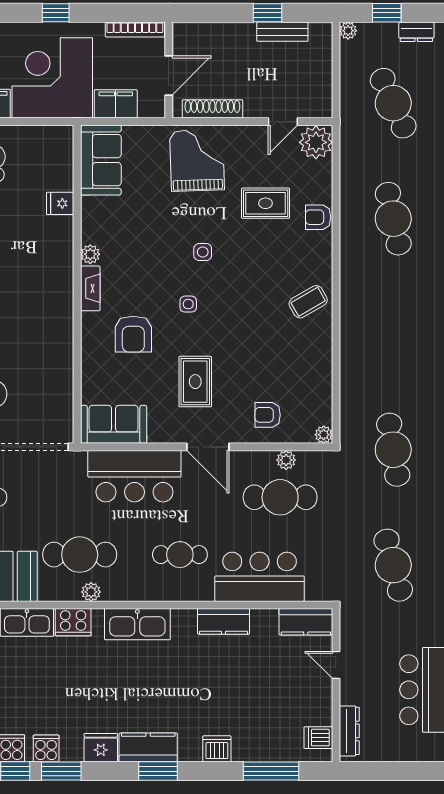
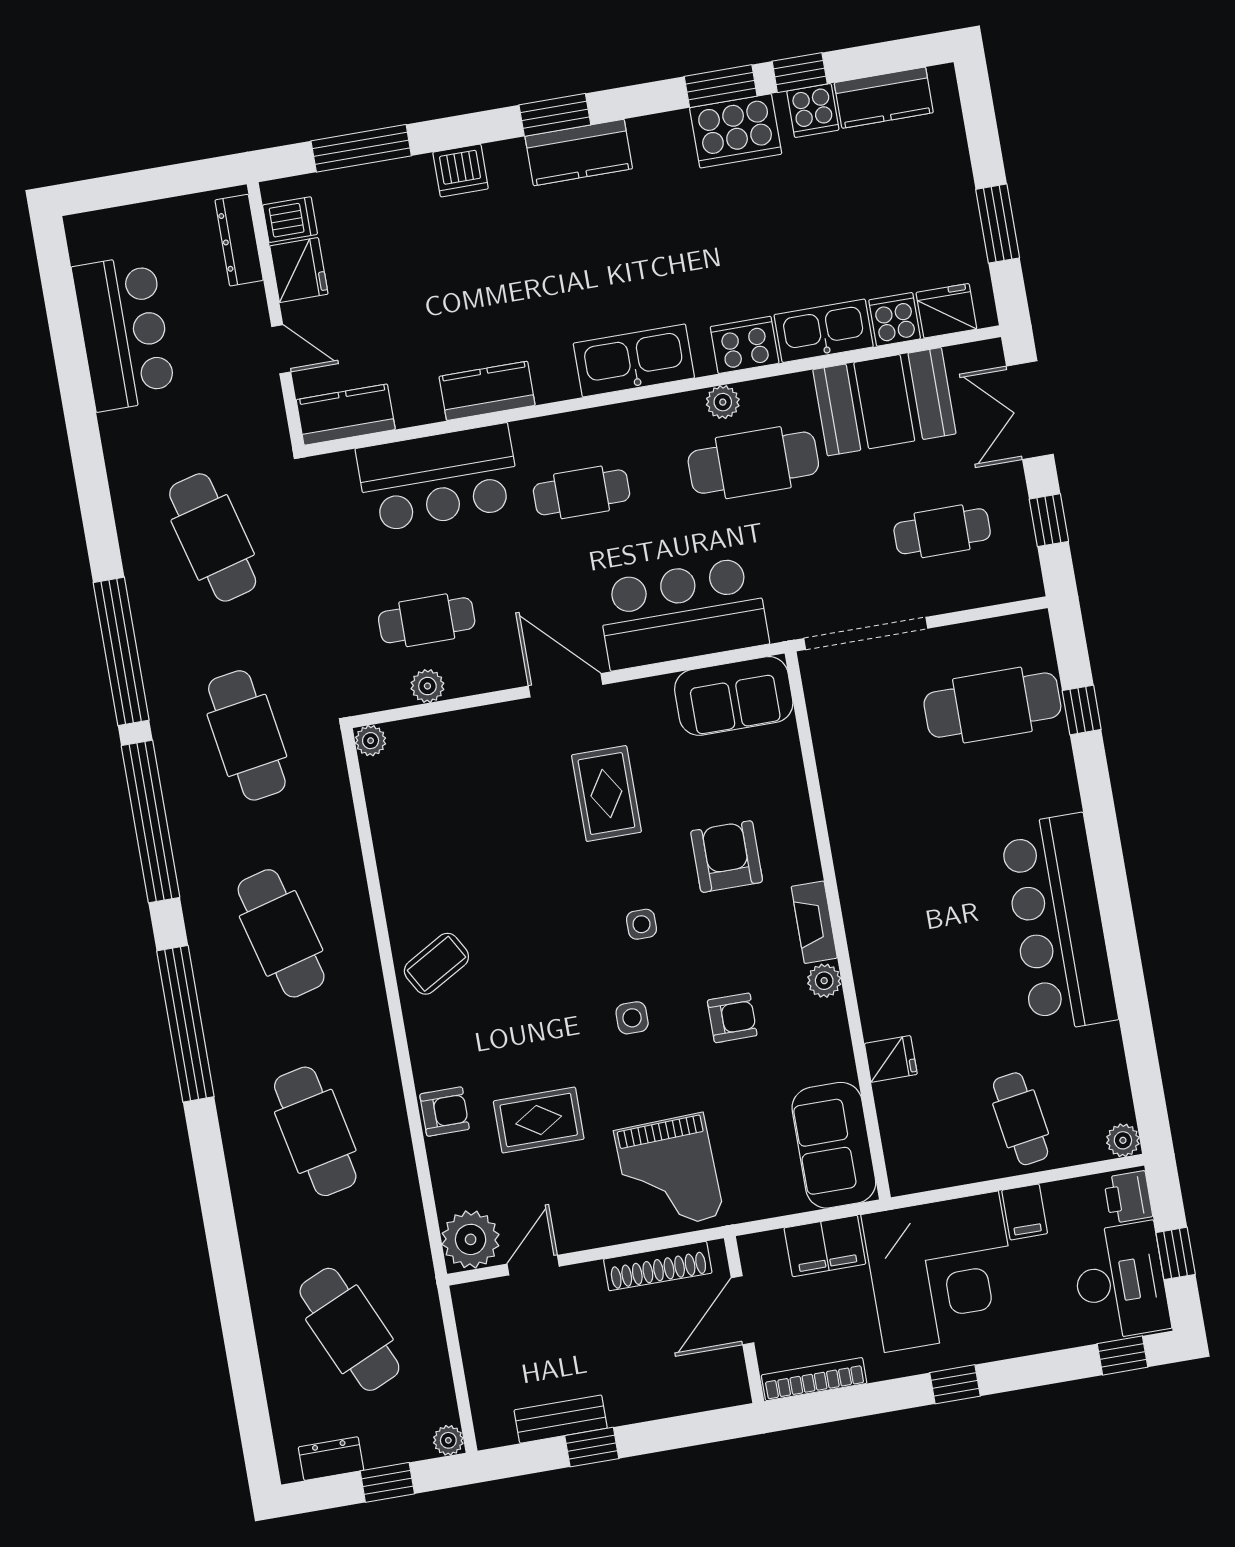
cafe table: (393, 334) -> (281, 933), added
armchair: (268, 415) -> (732, 1018), moved
cafe table: (280, 497) -> (427, 620), width x0.73, depth x0.74
cooker: (46, 748) -> (736, 131), width x1.87, depth x1.31
fridge: (101, 748) -> (299, 270), moved, turned -90

